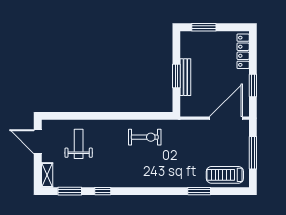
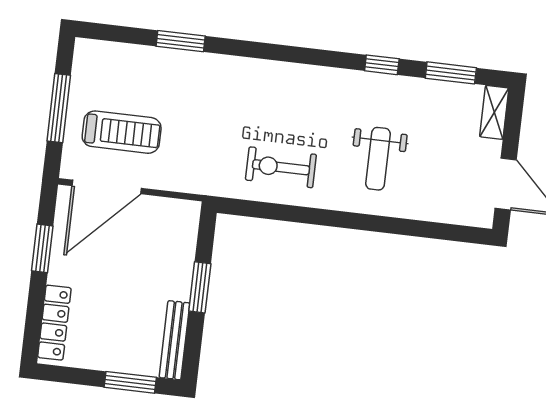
bench: (185, 77) -> (174, 340), moved
weight bench: (79, 144) -> (378, 159), moved
treadmill: (225, 175) -> (122, 132), moved

